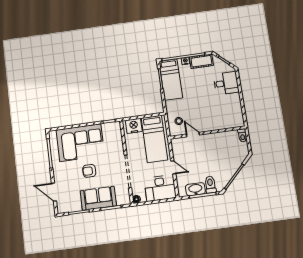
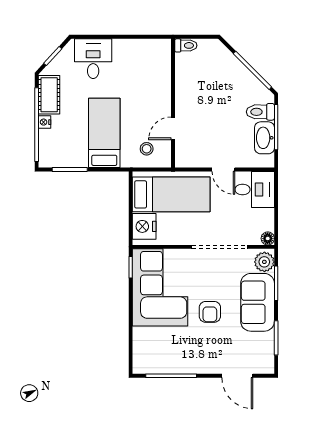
bed: (171, 79) -> (104, 133), moved, turned -90
corner sofa: (80, 143) -> (160, 287), moved
door: (173, 167) -> (223, 169), swing flipped
desk: (160, 188) -> (255, 190), width x0.73
door: (54, 192) -> (237, 376), hinge flipped
plant: (122, 199) -> (264, 262), added

